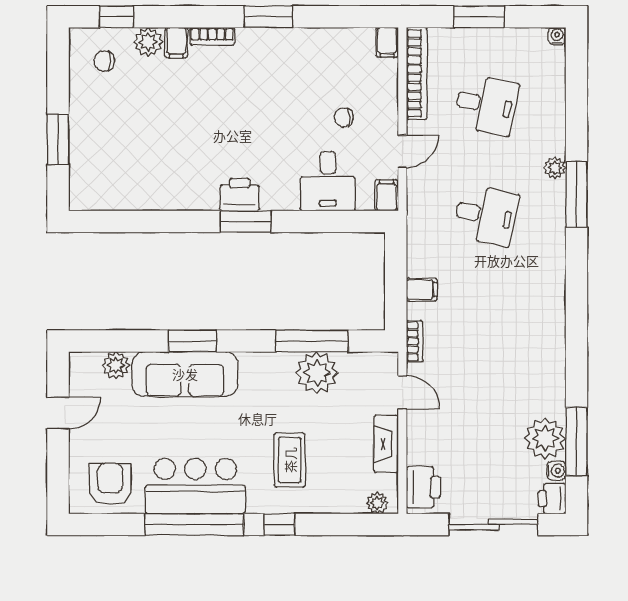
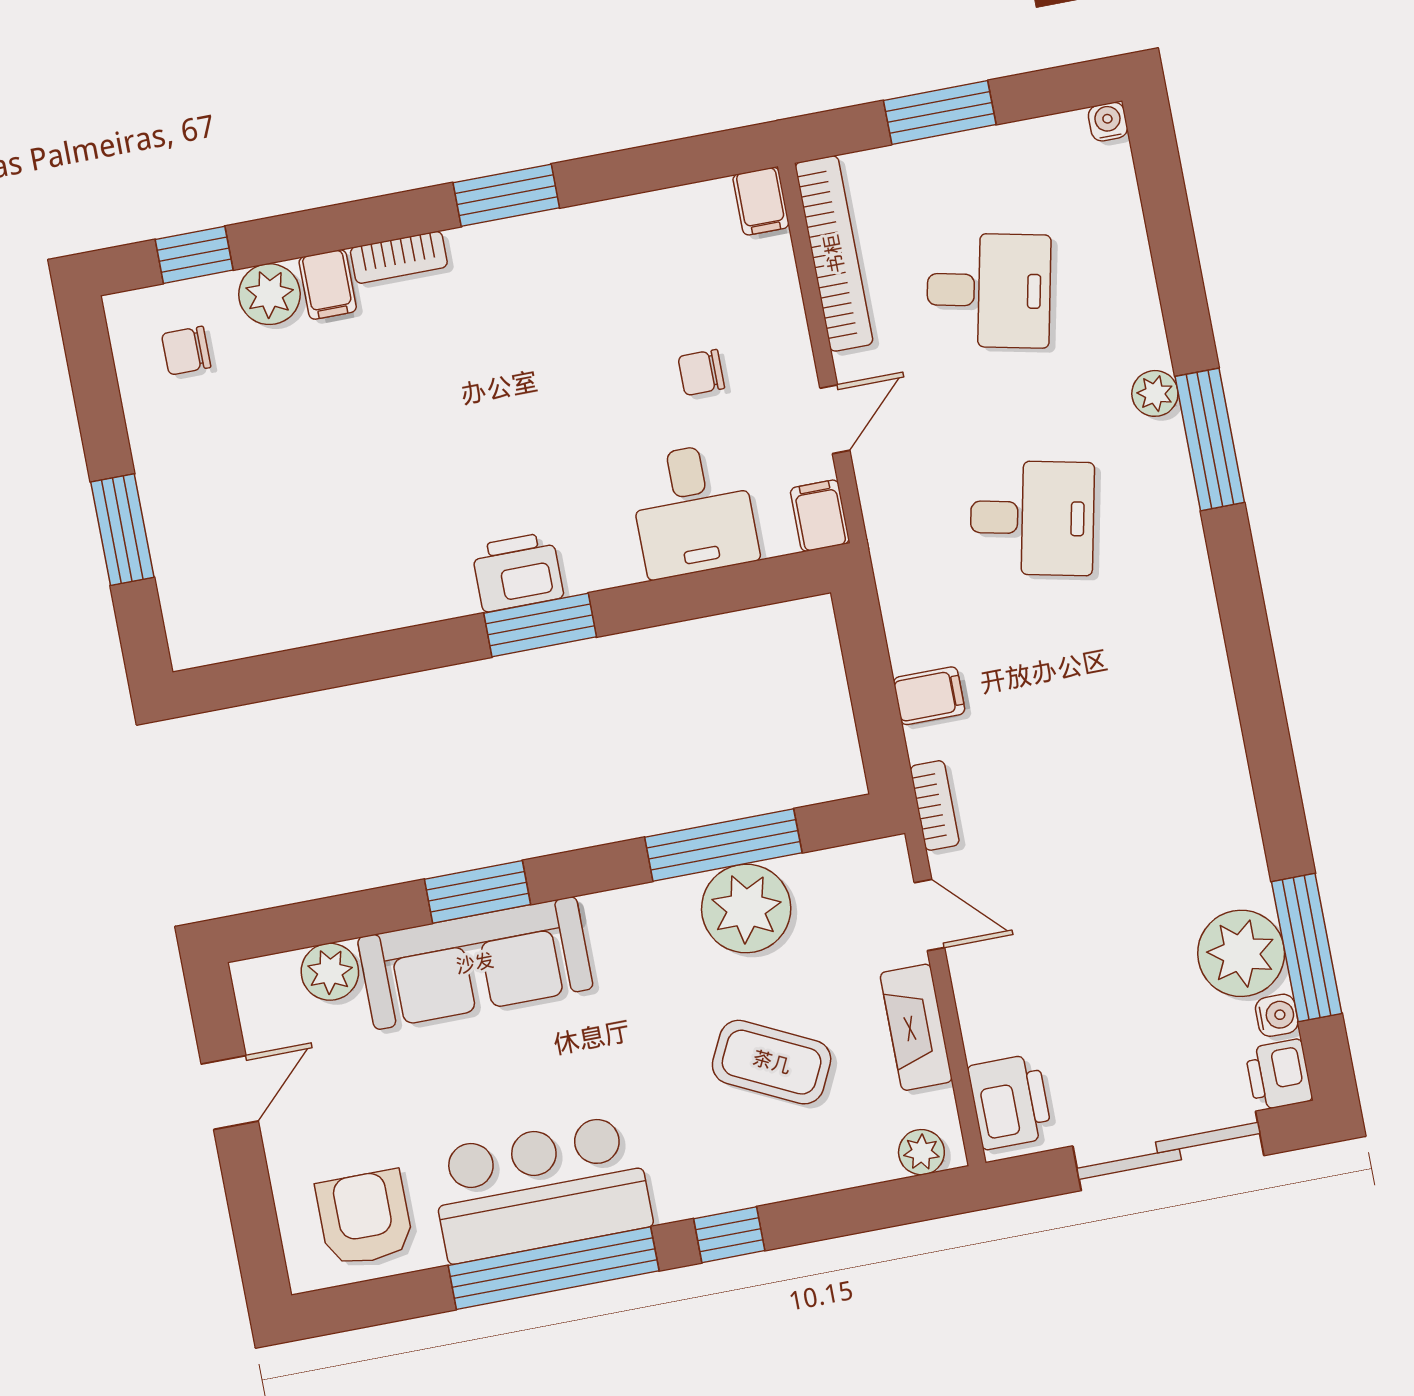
coffee table: (290, 460) -> (772, 1062), moved, turned -64

